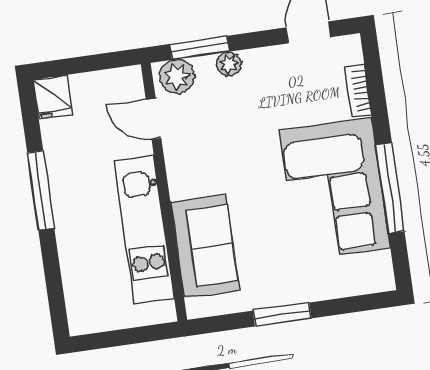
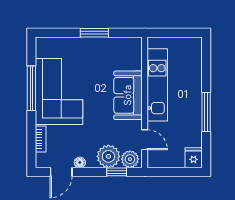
window: (200, 48) -> (117, 172), width x0.67
floor lamp: (274, 56) -> (80, 162), added
plant: (229, 64) -> (108, 156), width x1.88, depth x1.88
sofa: (205, 246) -> (128, 95), moved

